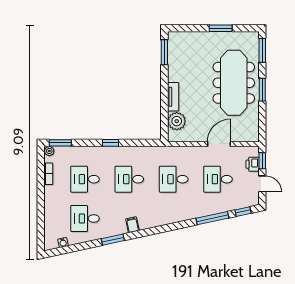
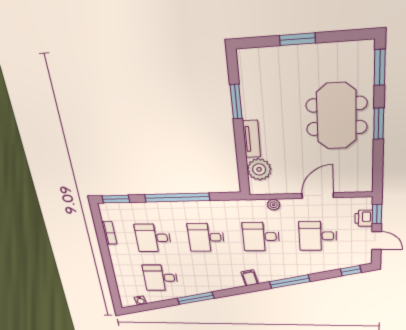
window: (221, 28) -> (297, 39), moved
window: (164, 52) -> (236, 102), moved
meeting table: (234, 83) -> (337, 116), width x0.73
window: (110, 143) -> (177, 198), width x3.17
plant: (49, 151) -> (274, 205), moved
window: (212, 218) -> (290, 282), moved
filing cabinet: (132, 225) -> (250, 278), moved
window: (113, 240) -> (196, 298), width x1.44

